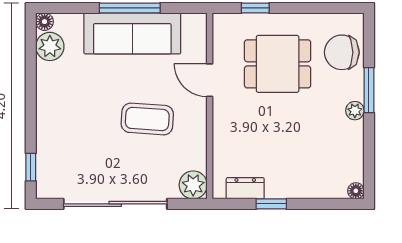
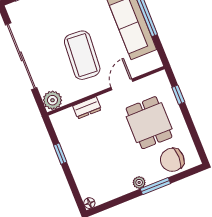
chair: (342, 52) -> (172, 160), turned -90
coffee table: (147, 119) -> (82, 55), width x1.36, depth x1.32
dresser: (245, 188) -> (87, 108), moved, turned 90

